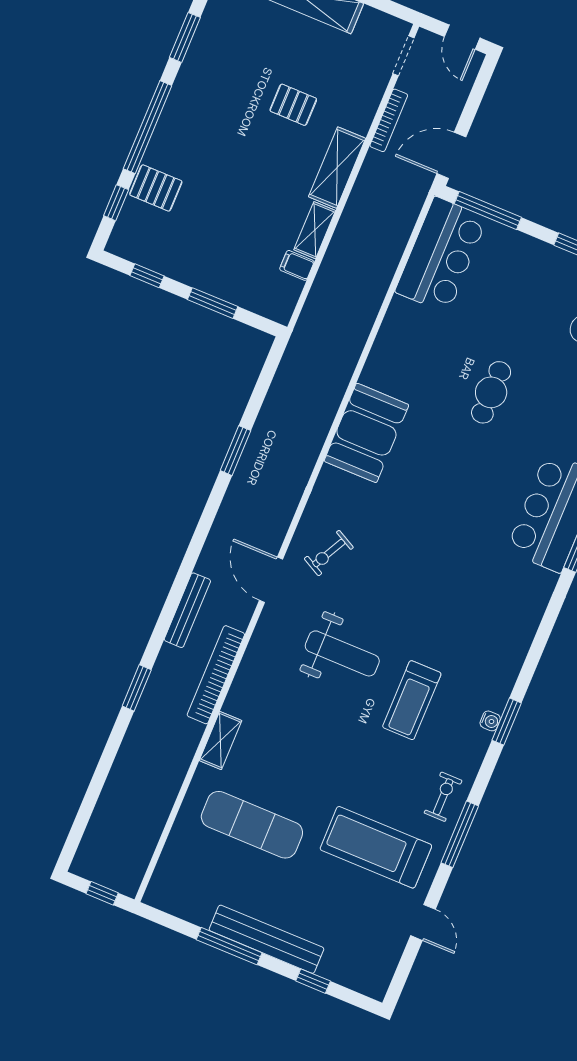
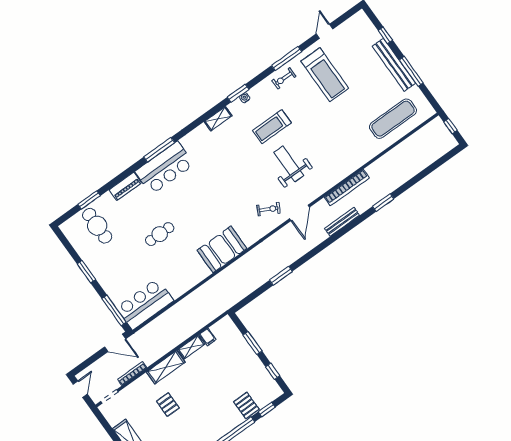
treadmill: (412, 700) -> (272, 127), turned 180
shelving: (220, 741) -> (218, 119), moved
exercise mat: (252, 825) -> (393, 119), moved, turned 90

